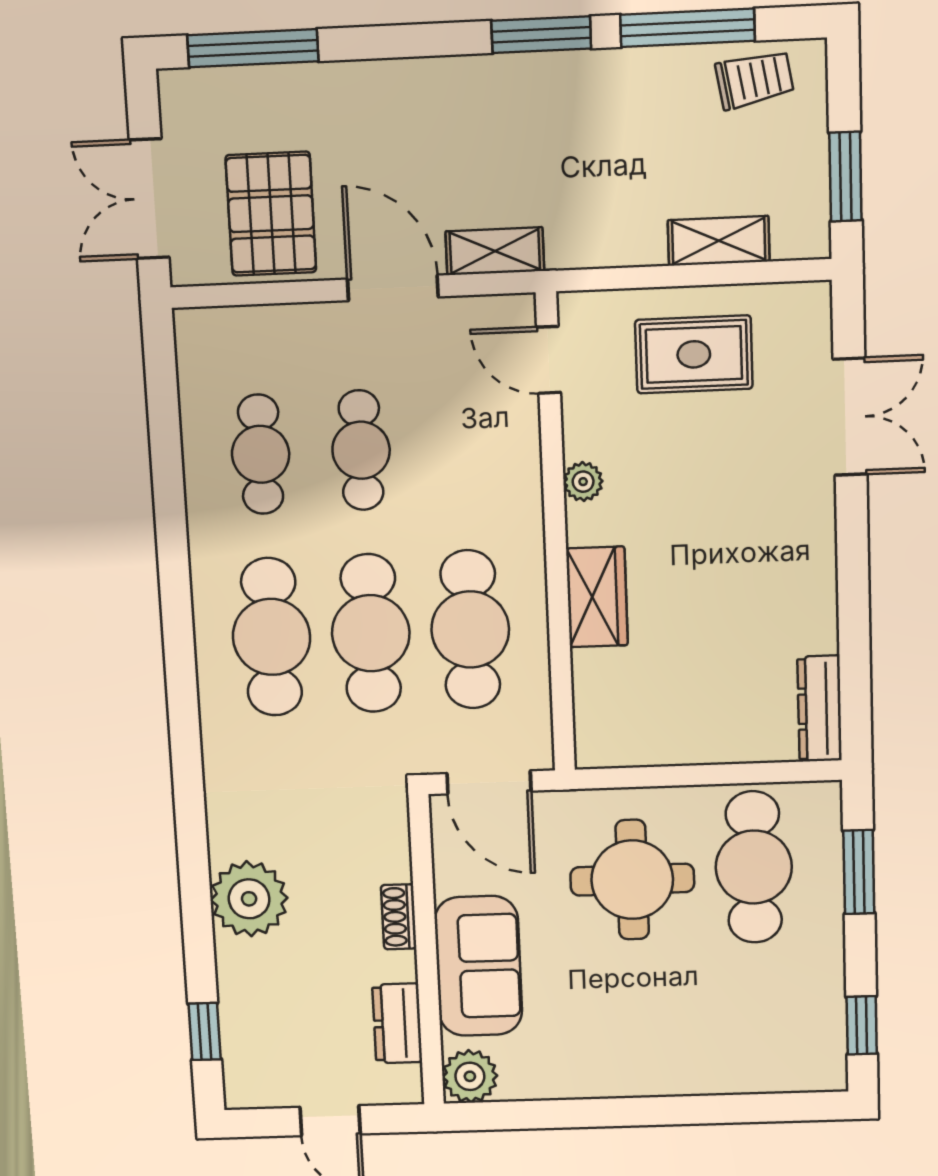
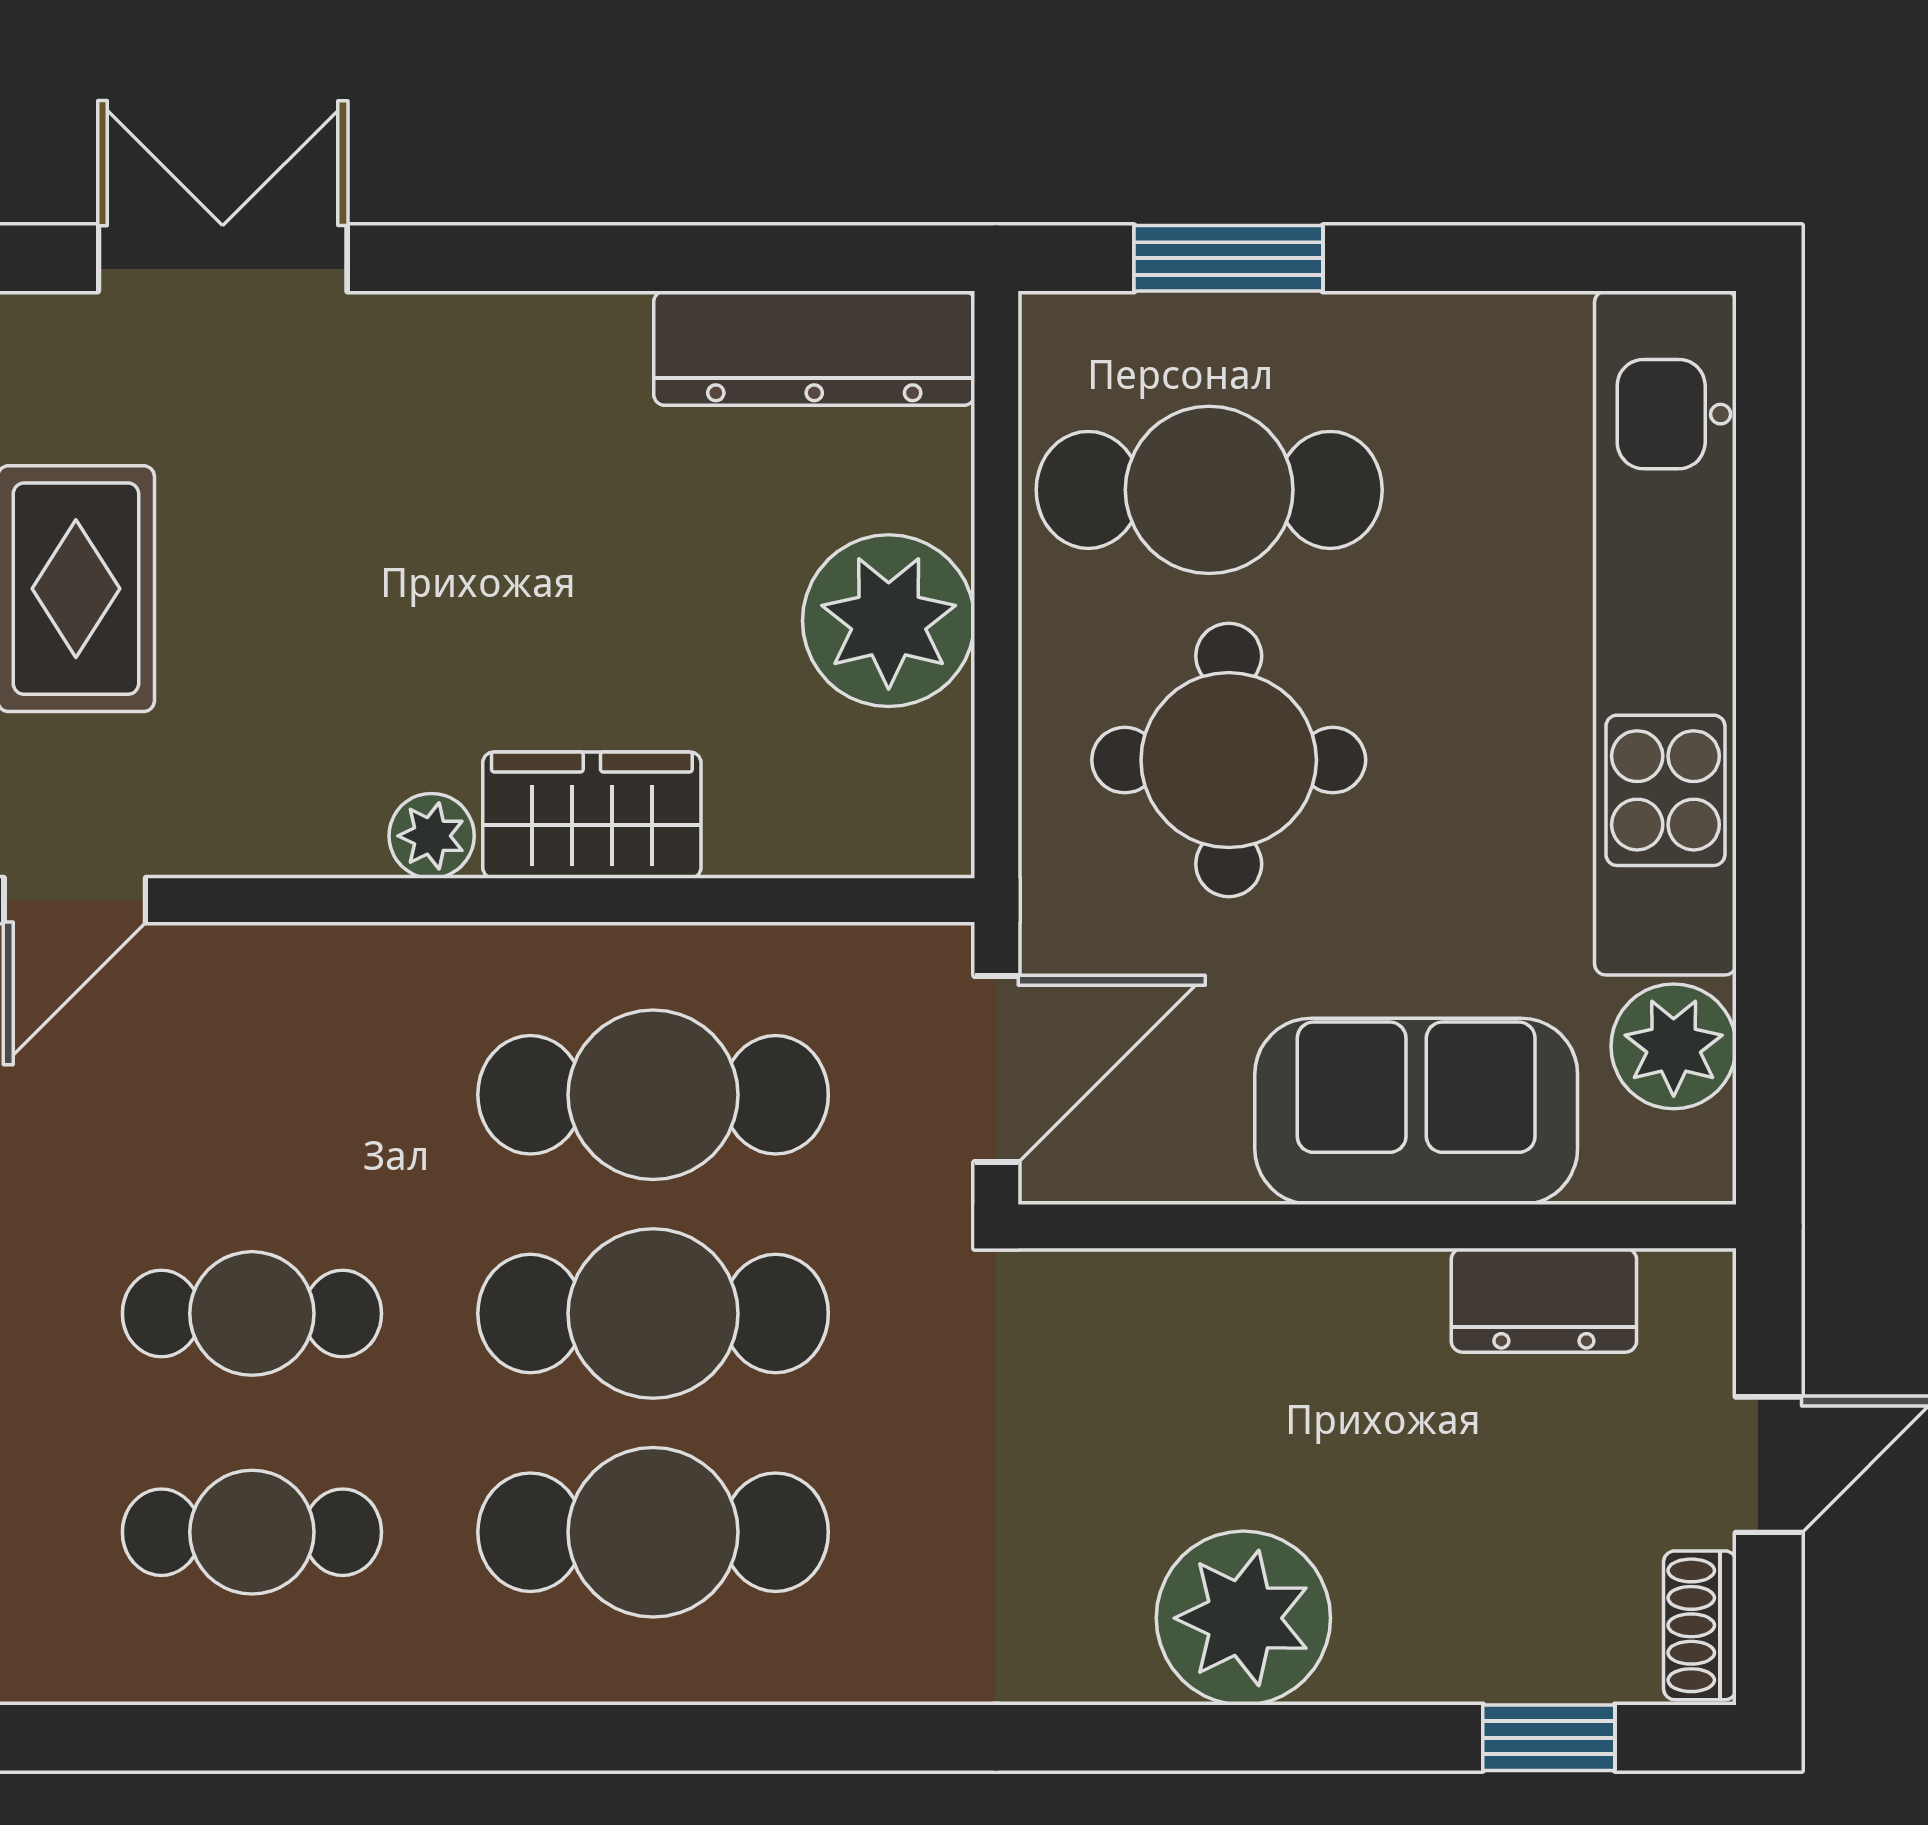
plant: (583, 482) -> (432, 836), moved
dresser: (820, 709) -> (814, 348), width x1.37, depth x1.24
plant: (690, 727) -> (889, 621), added
shoe rack: (399, 917) -> (1700, 1625), moved, turned 90
window: (862, 1025) -> (1582, 258), removed
kitchen unit: (695, 1066) -> (1665, 633), added
plant: (470, 1076) -> (1674, 1046), moved

